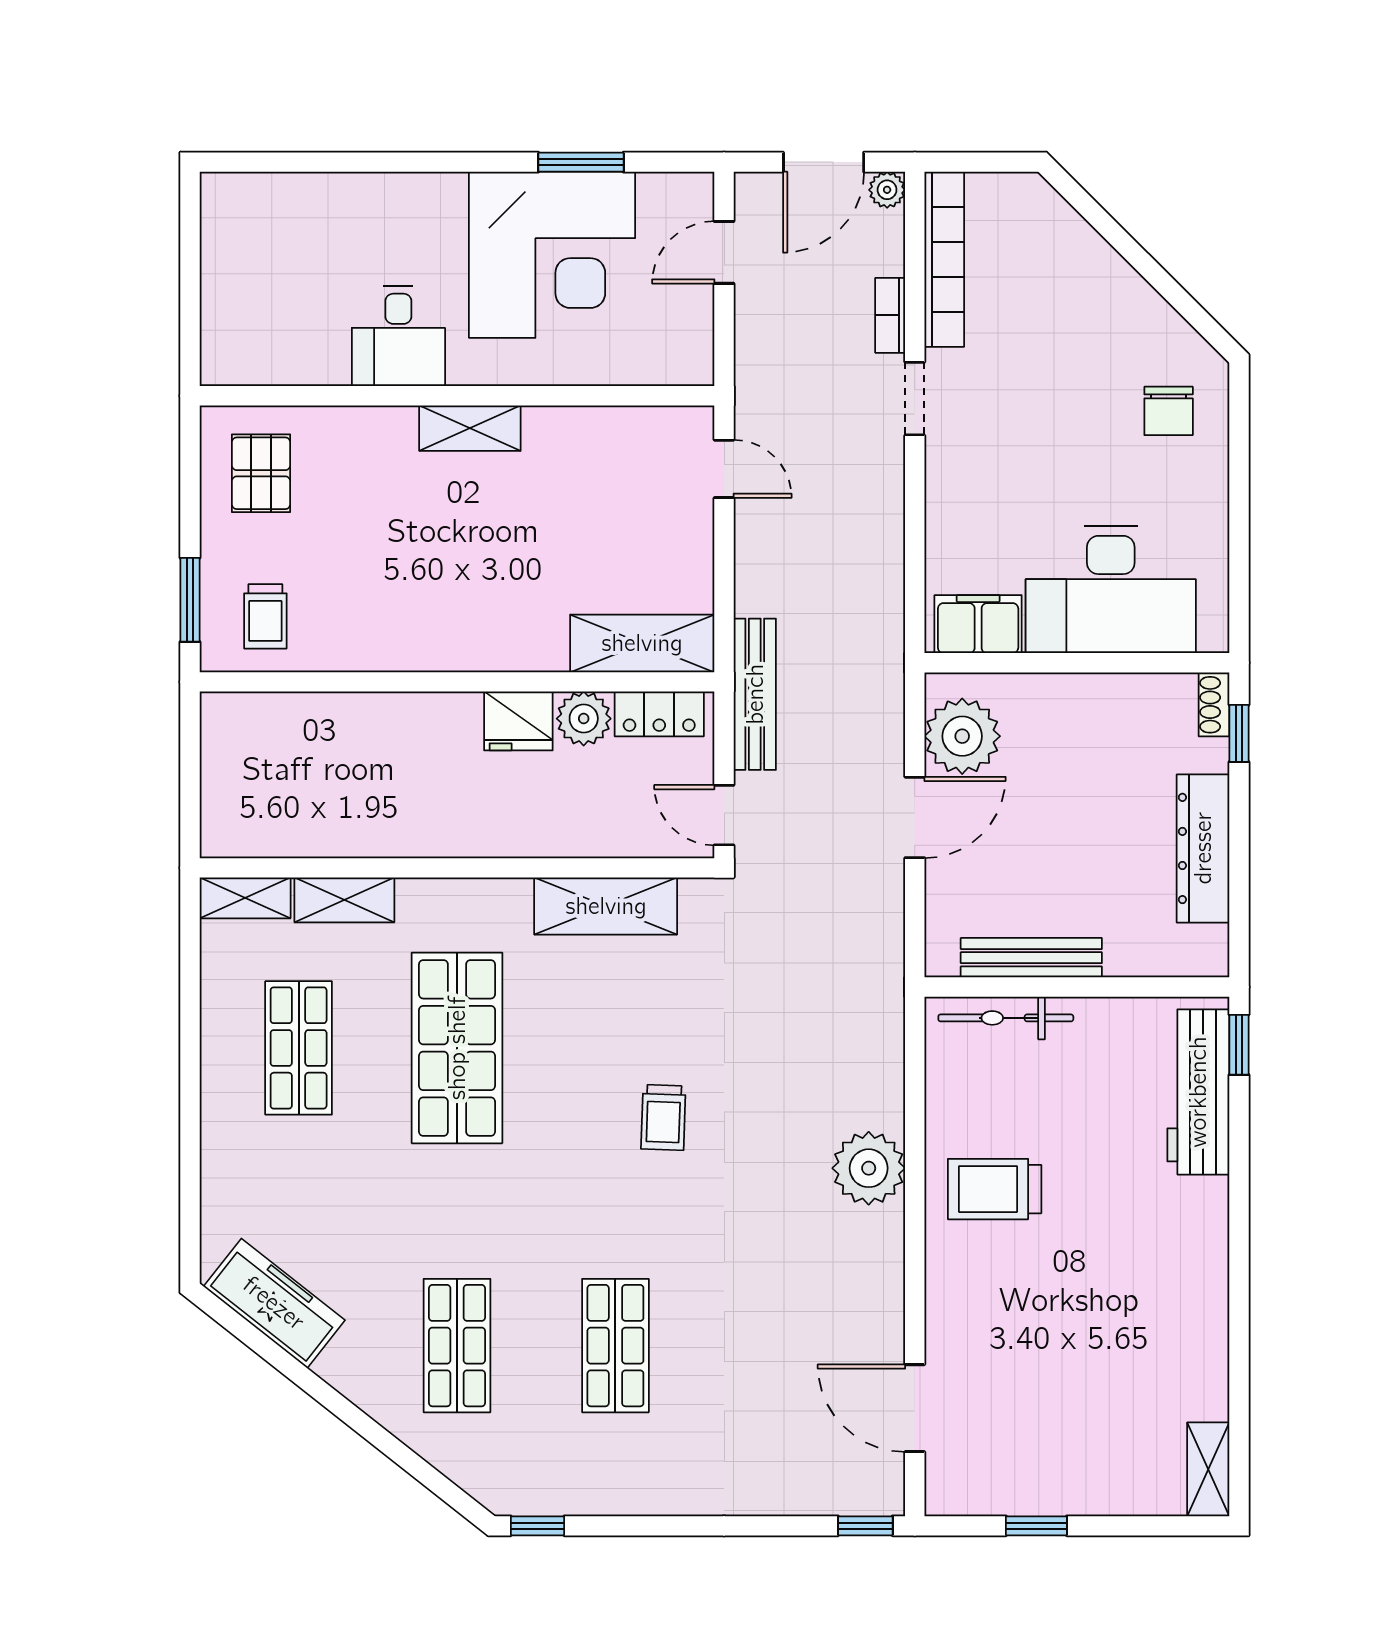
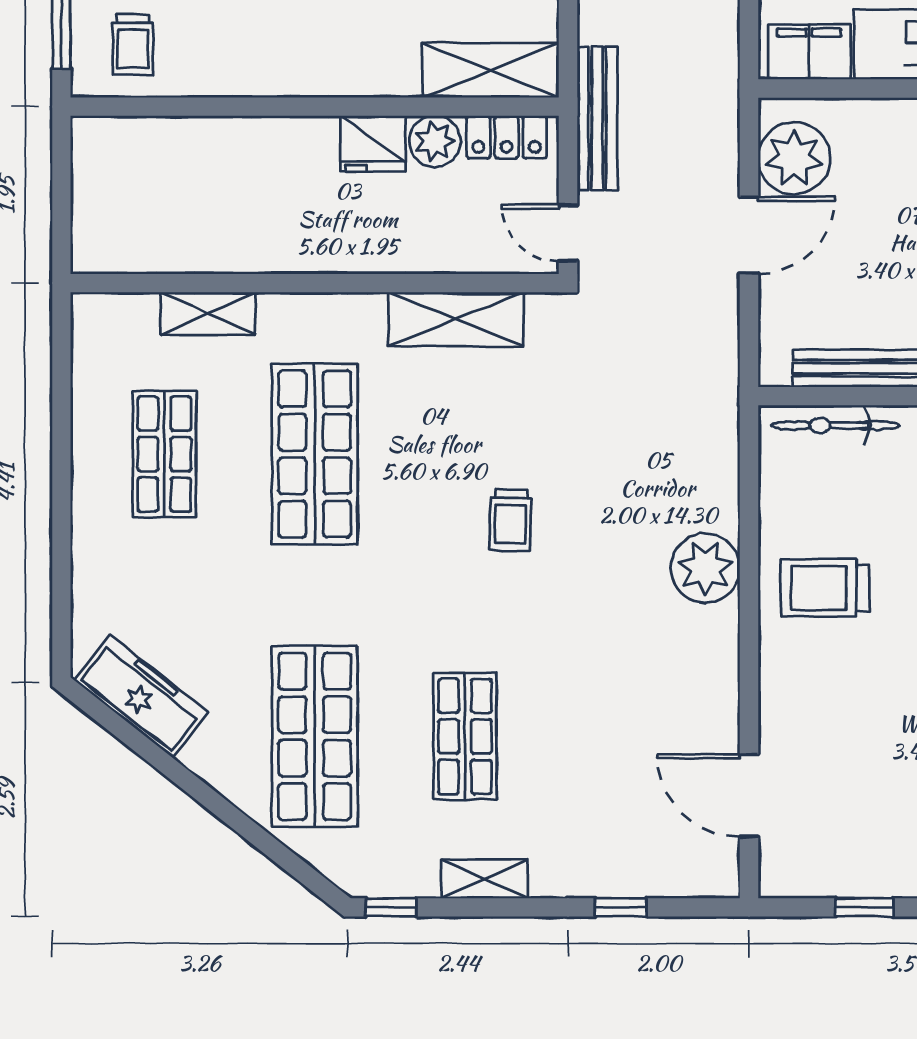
shelving: (245, 898) -> (485, 879), moved
shop shelf: (457, 1346) -> (315, 736), width x1.43, depth x1.36
window: (865, 1526) -> (621, 907), moved

